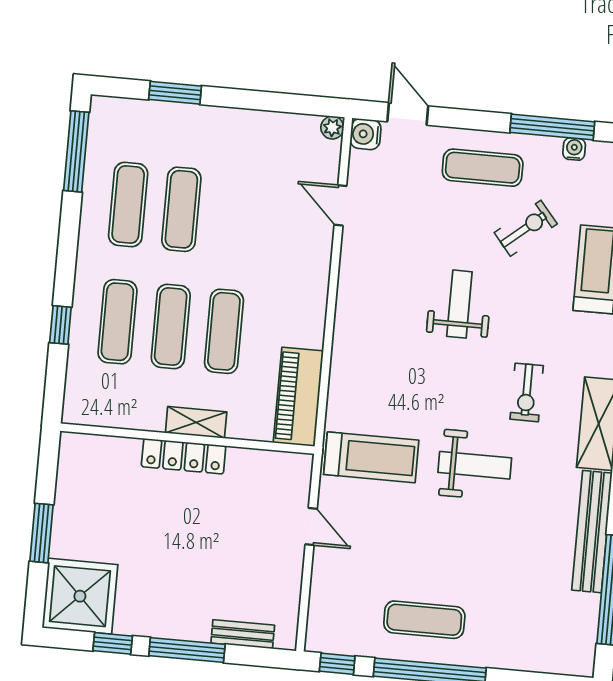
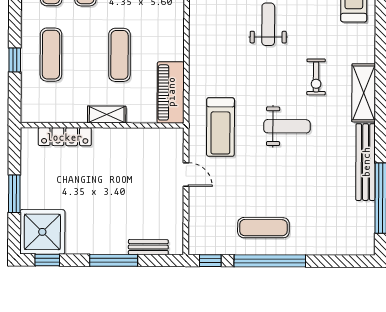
exercise mat: (171, 327) -> (85, 55), removed
locker: (184, 456) -> (65, 137), moved
treadmill: (371, 457) -> (220, 127), turned 90
window: (113, 643) -> (47, 260), moved

